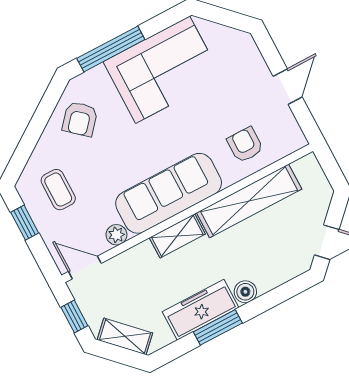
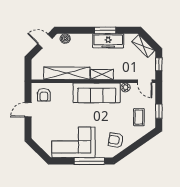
armchair: (80, 119) -> (116, 140), turned -122
armchair: (245, 145) -> (44, 95), moved
boiler: (245, 292) -> (65, 39), moved

